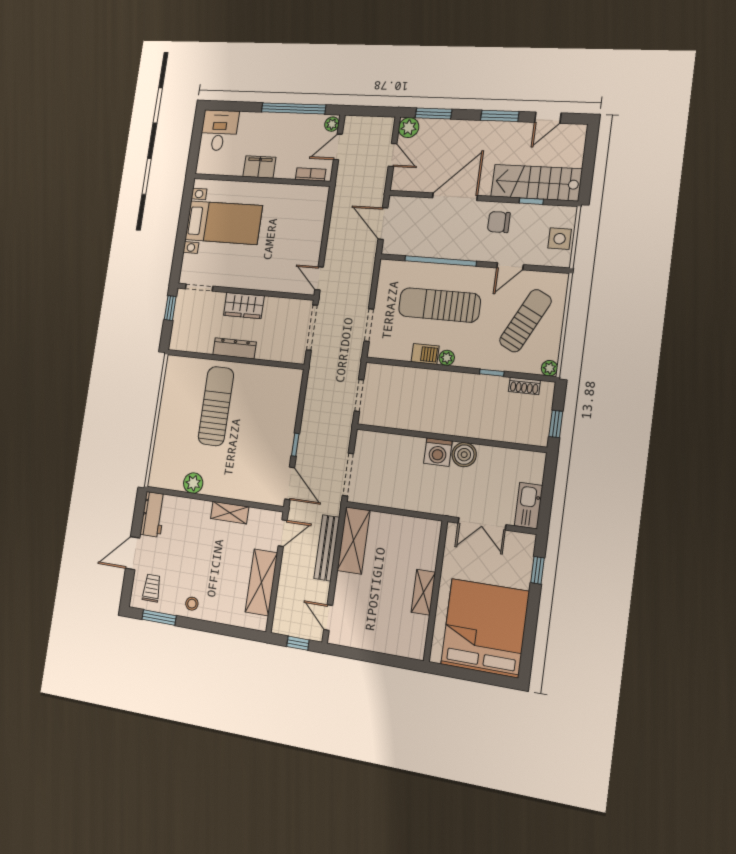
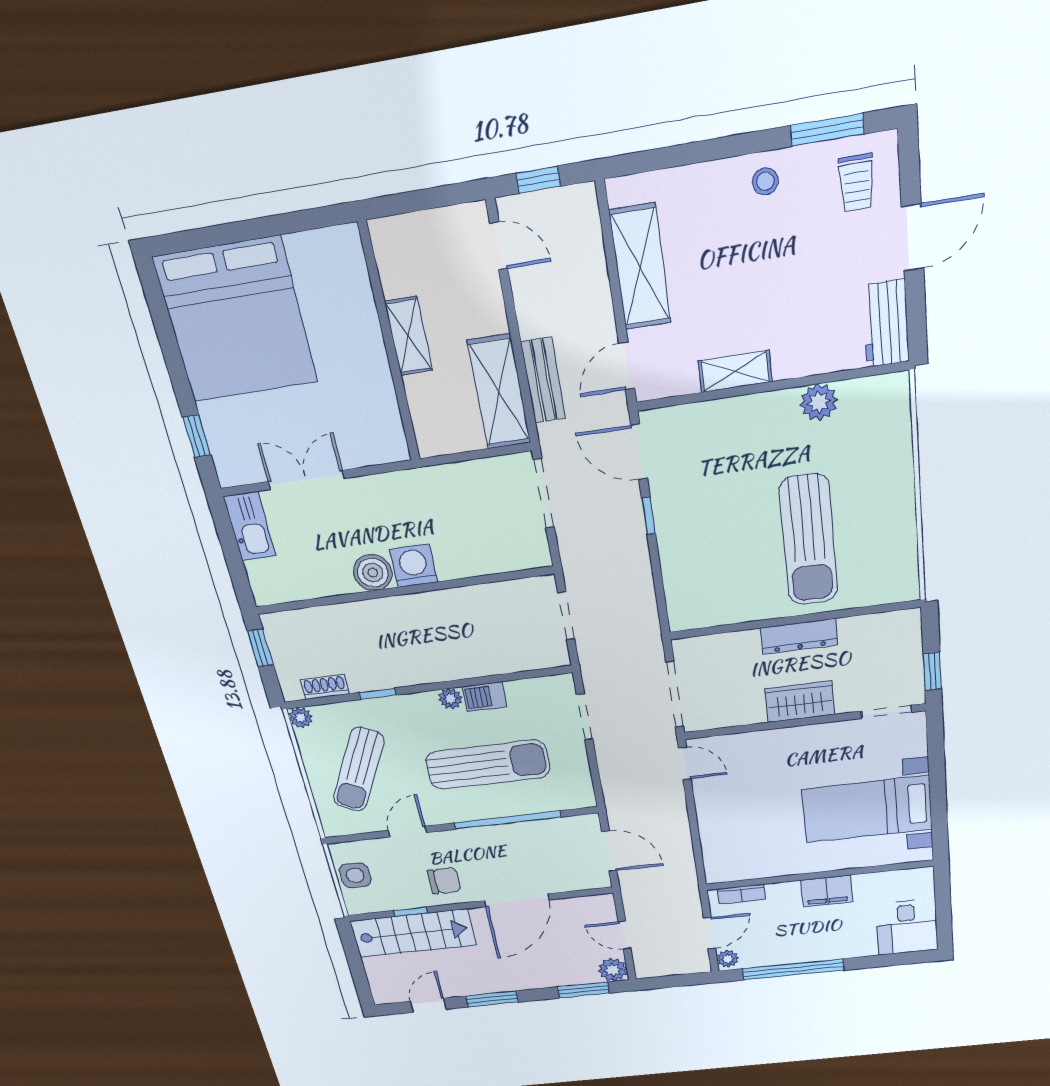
bench: (327, 548) -> (543, 380), width x0.73
wall: (436, 591) -> (390, 345), moved
shelving: (423, 592) -> (409, 336), moved

